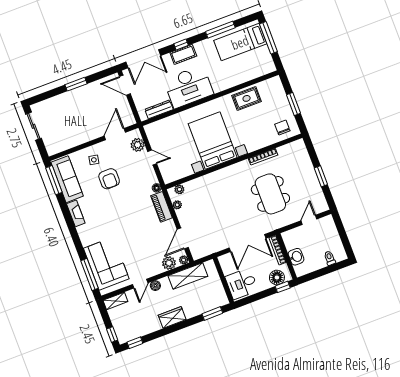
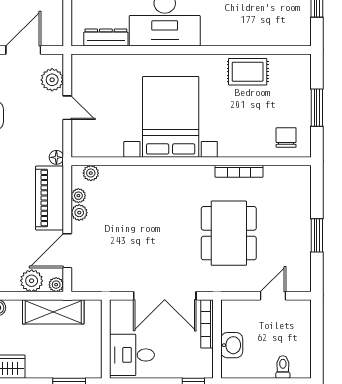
piano: (162, 207) -> (50, 198), width x1.37, depth x1.33
plant: (181, 214) -> (79, 213), added
floor lamp: (277, 277) -> (190, 366), removed

